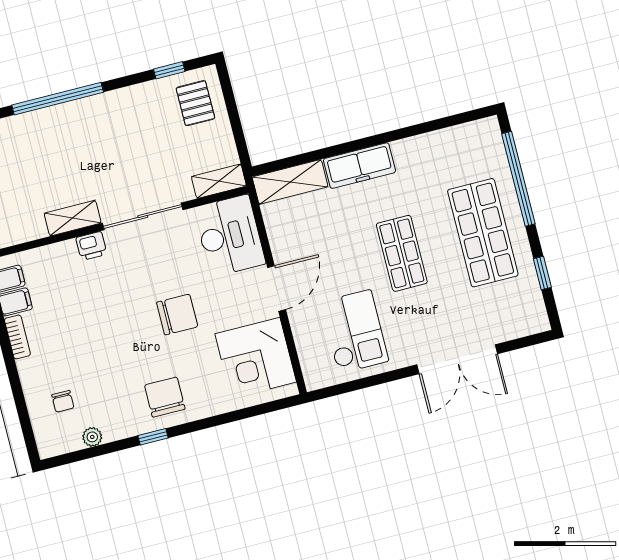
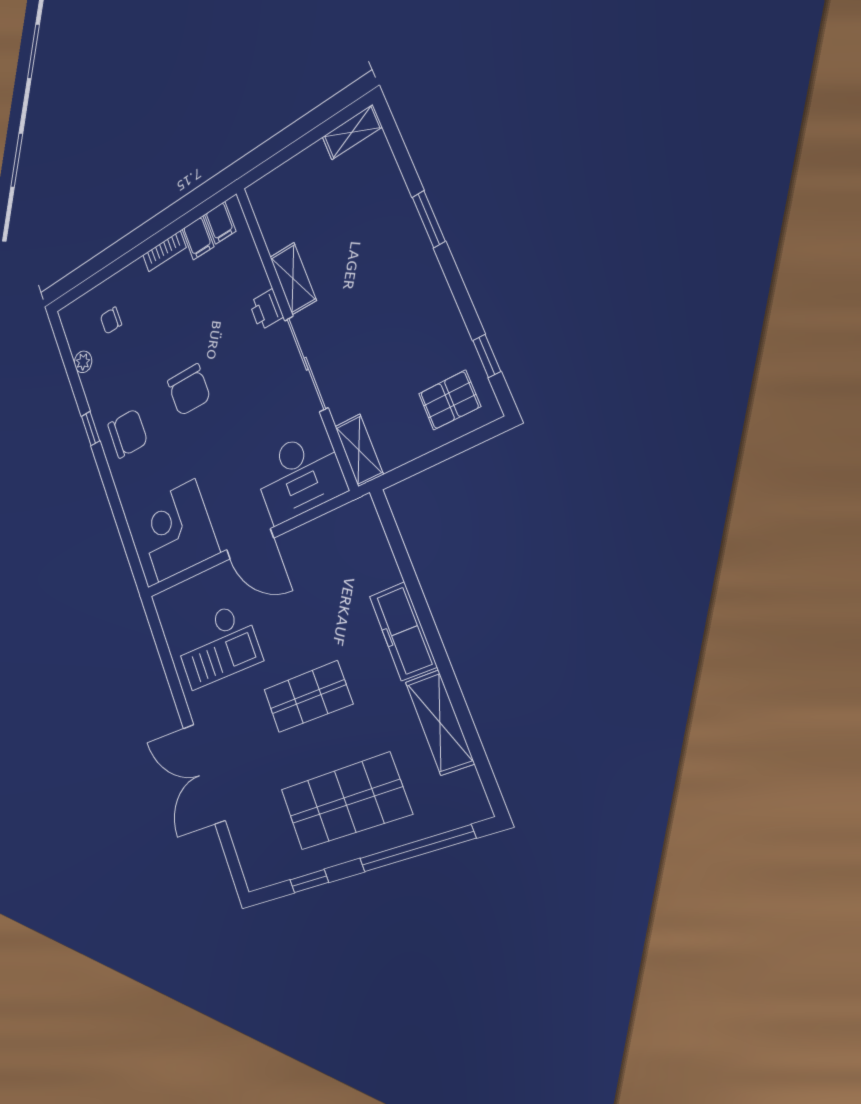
window: (58, 99) -> (429, 219), width x0.47
shelving: (290, 182) -> (440, 723), moved
chair: (177, 314) -> (189, 390), moved

